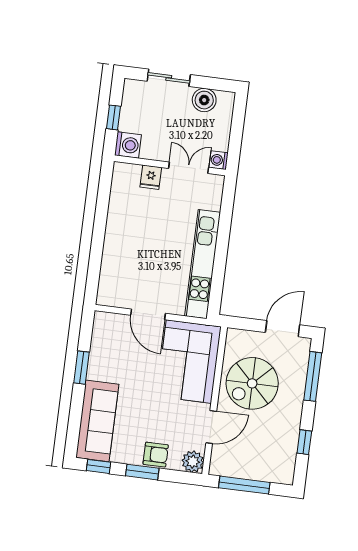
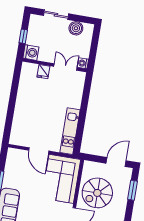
kitchen unit: (203, 264) -> (70, 131), width x0.73
window: (313, 376) -> (132, 190), width x0.69

